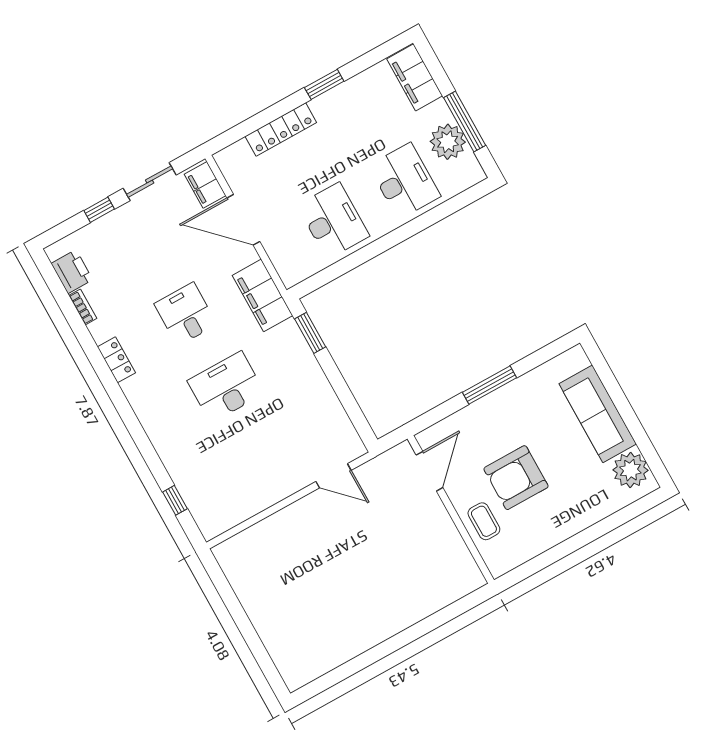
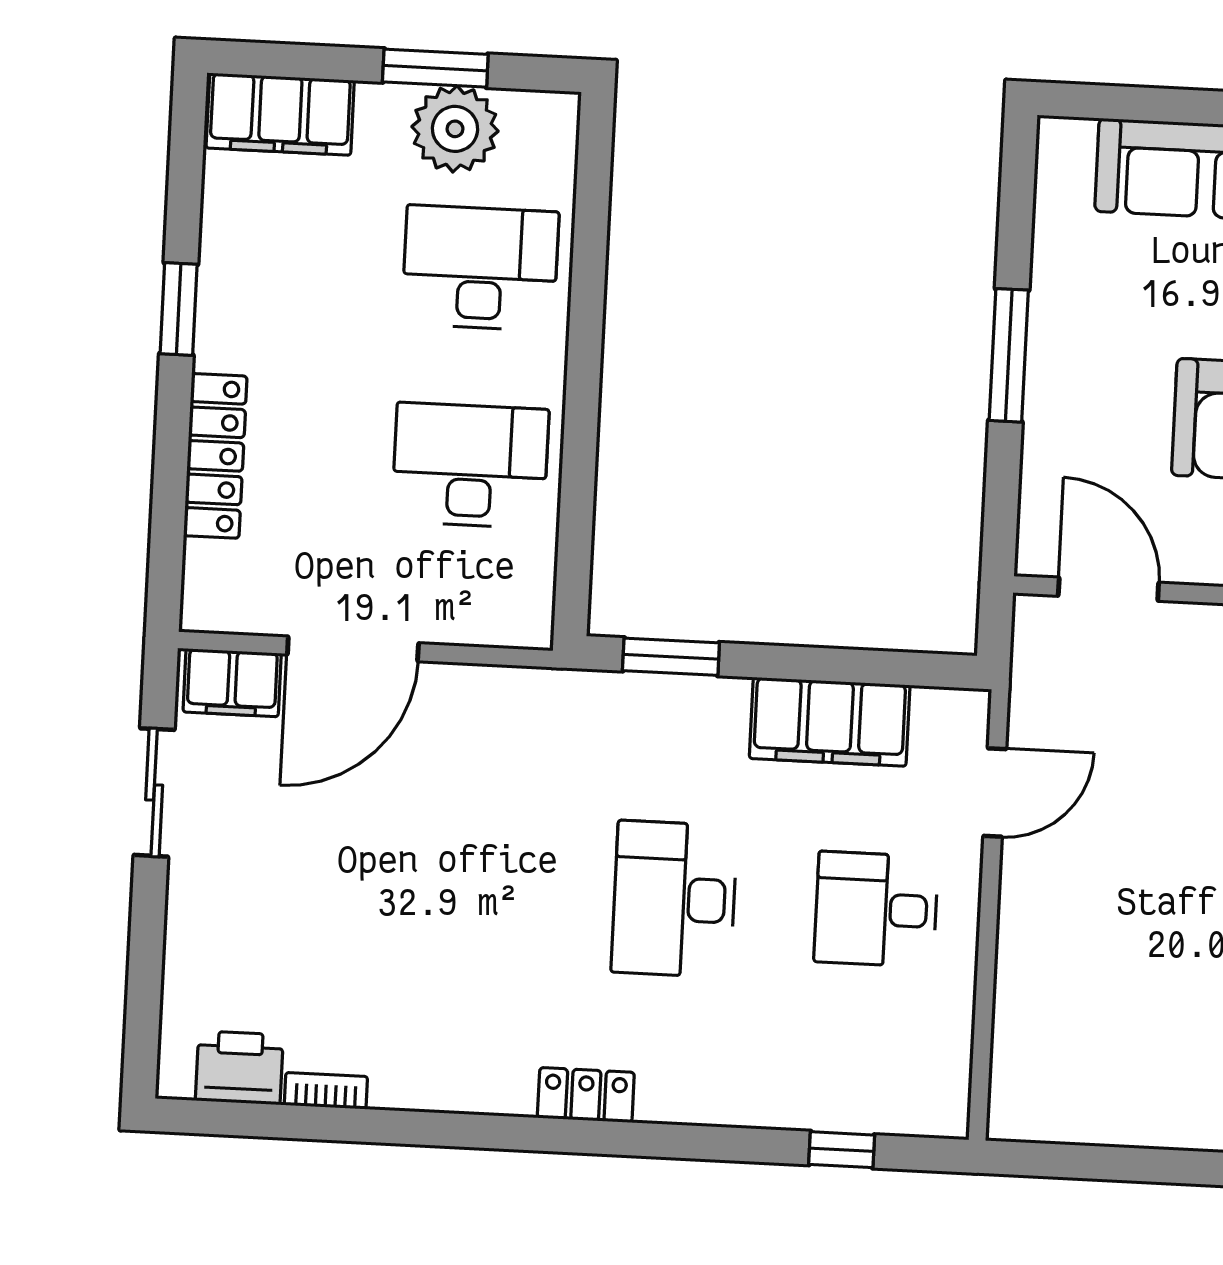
window: (465, 122) -> (435, 68), width x0.69
window: (99, 210) -> (147, 932), removed
filing cabinet: (262, 295) -> (830, 722), moved
desk: (186, 314) -> (876, 909), moved
locker: (116, 360) -> (586, 1095), moved

